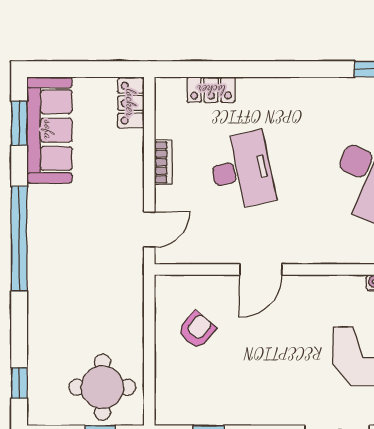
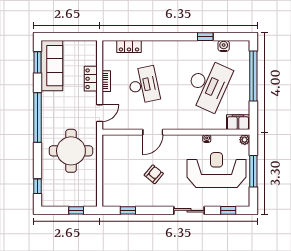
locker: (131, 103) -> (91, 79), moved
armchair: (197, 330) -> (154, 174), moved
round table: (102, 387) -> (71, 151), moved, width x1.36, depth x1.36

